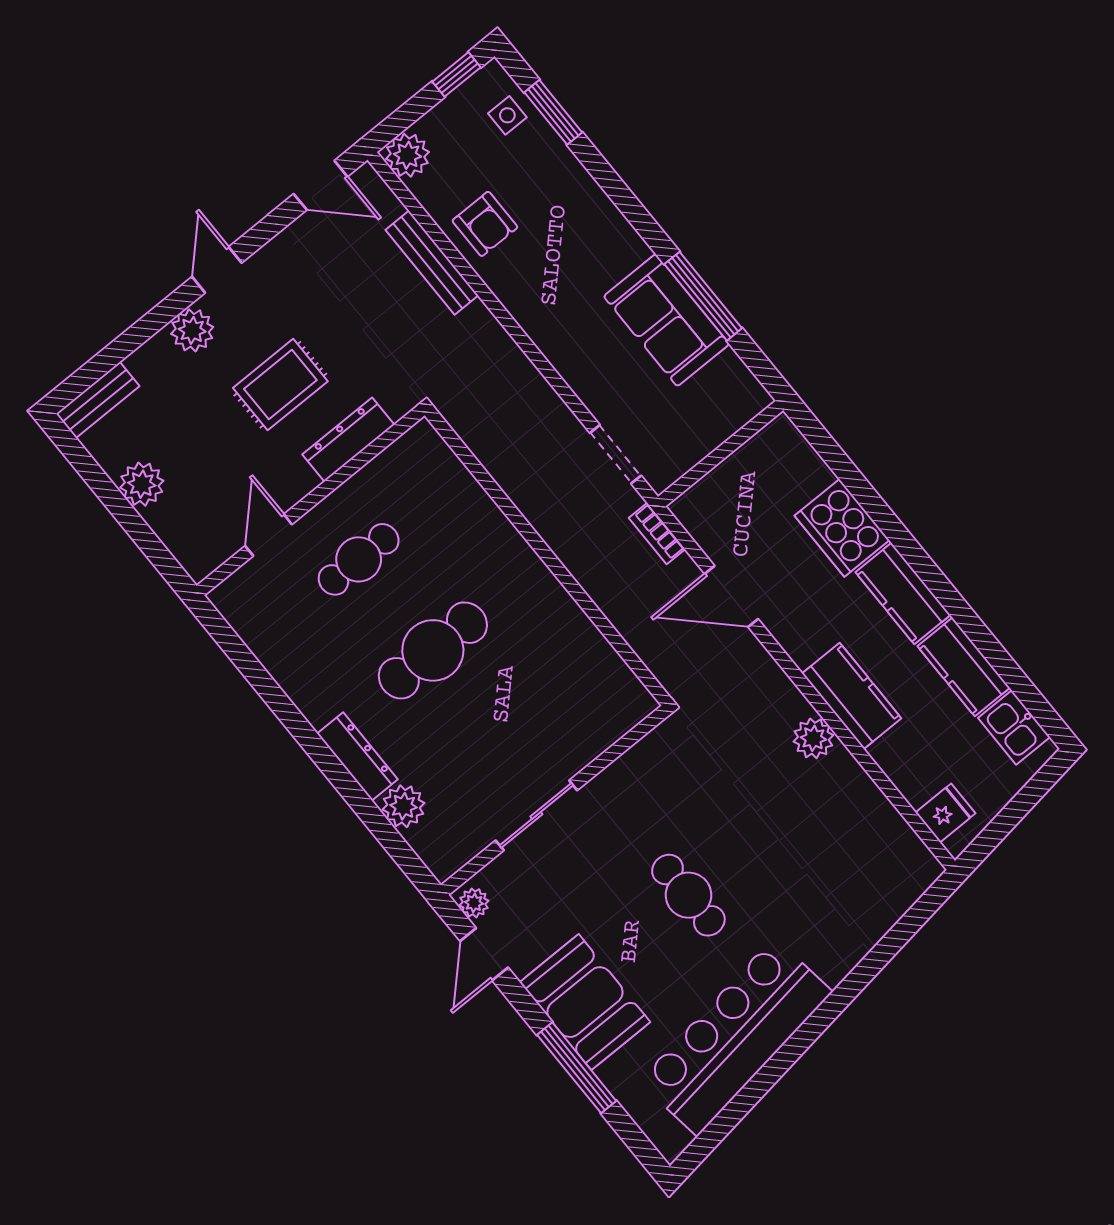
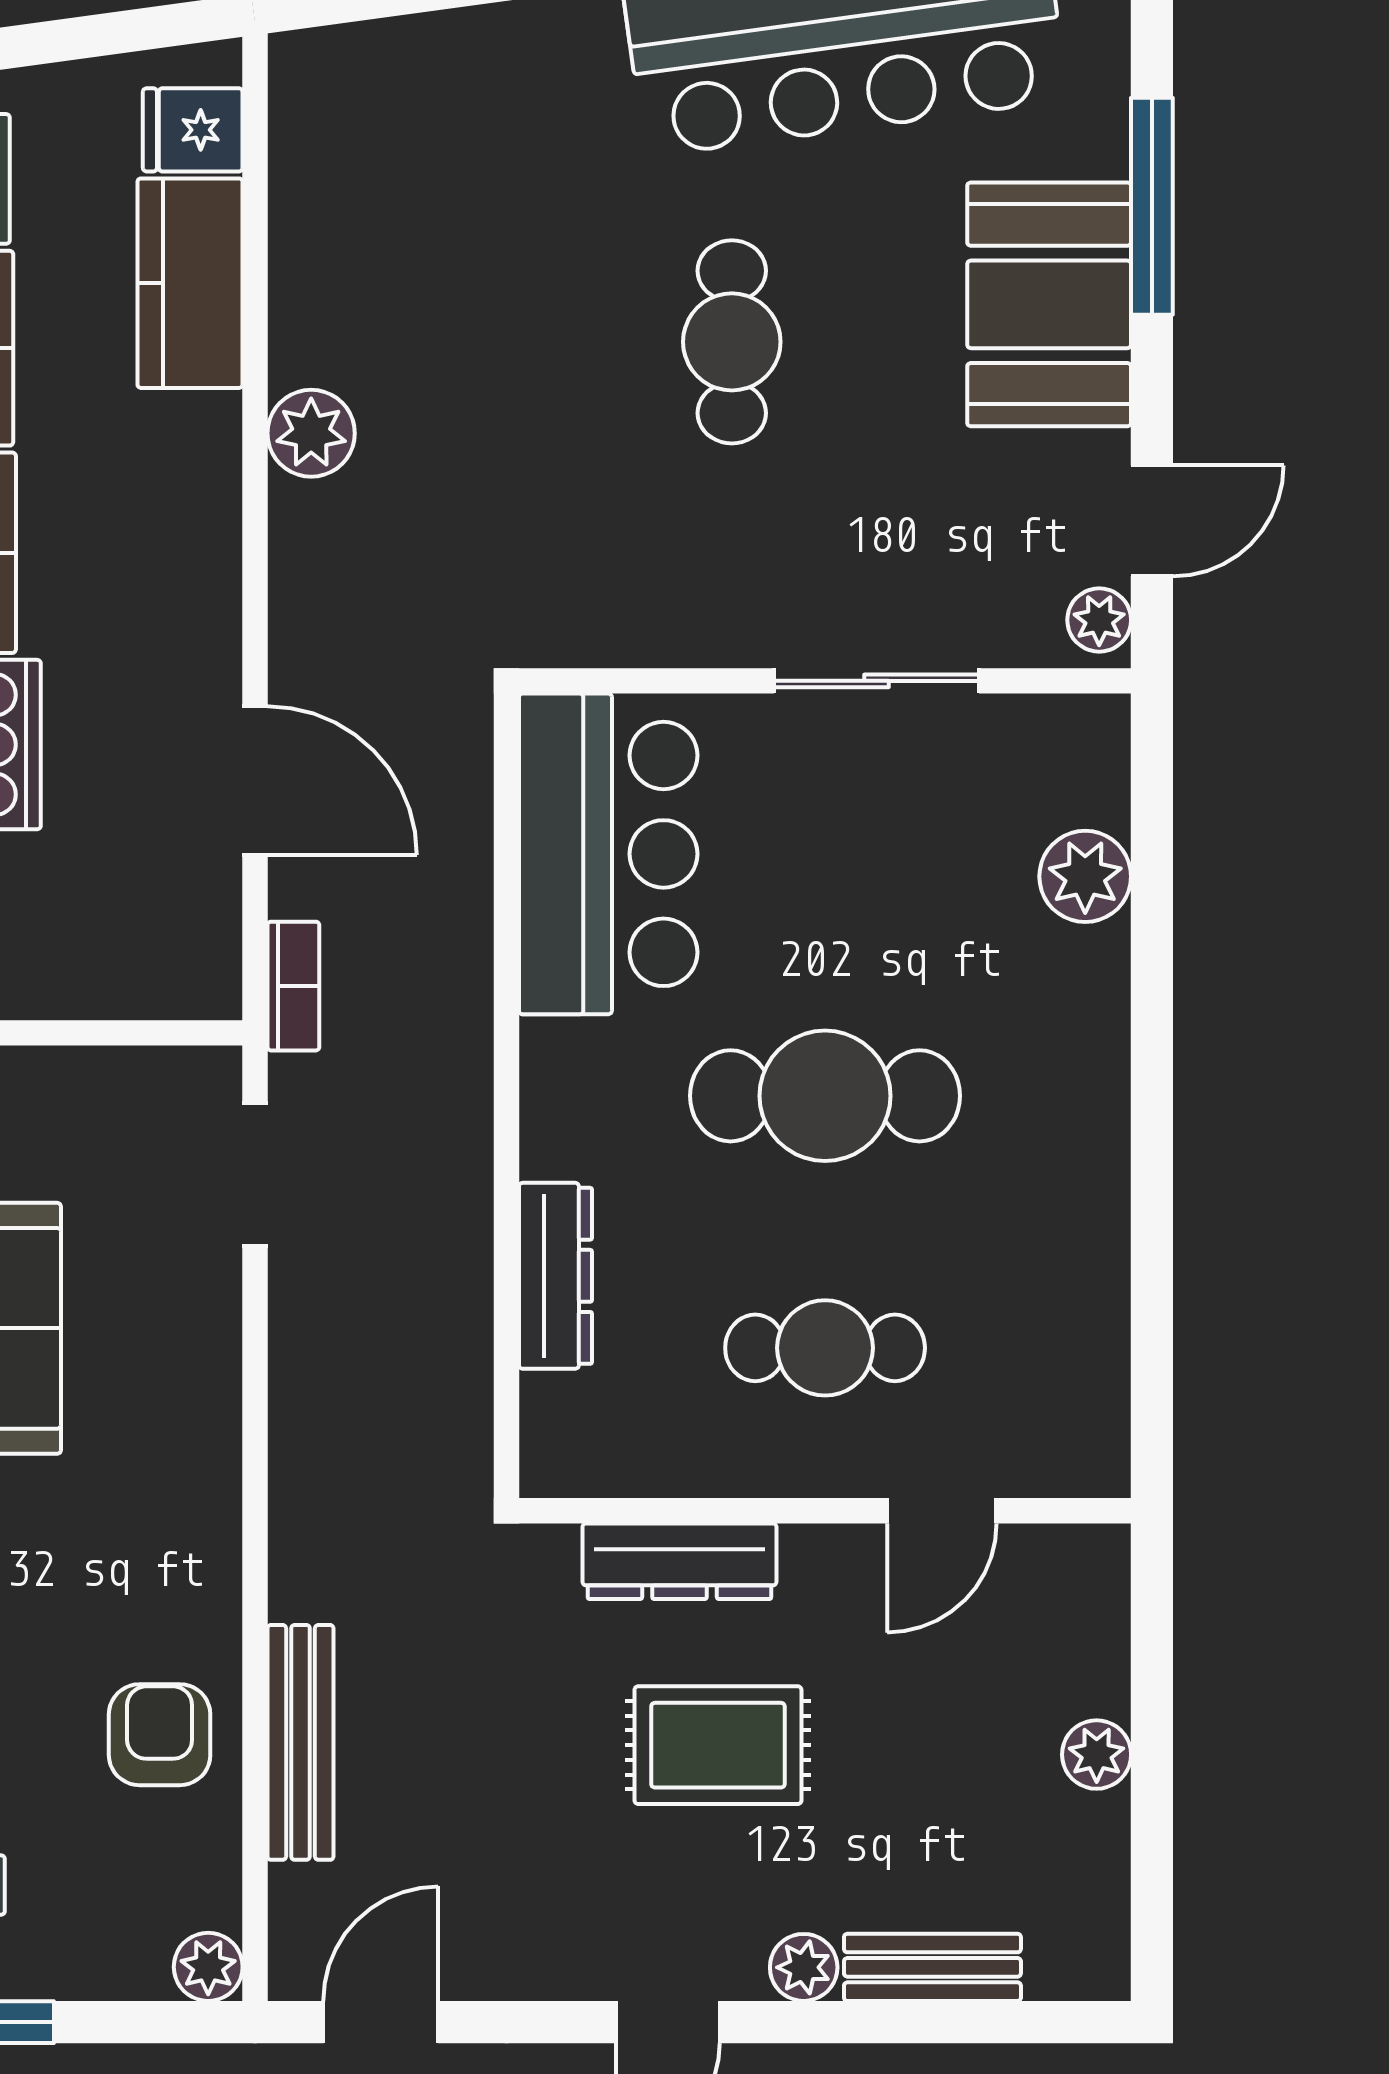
plant: (407, 155) -> (208, 1967), width x0.73, depth x0.73
door: (321, 185) -> (381, 2022), hinge flipped
plant: (192, 330) -> (804, 1967), width x0.73, depth x0.73
bench: (98, 400) -> (932, 1967), moved
plant: (142, 484) -> (1097, 1755), width x0.73, depth x0.73
bar counter: (582, 674) -> (608, 854), added
kitchen counter: (852, 696) -> (190, 283), moved
dresser: (357, 756) -> (555, 1276), moved, turned 180

